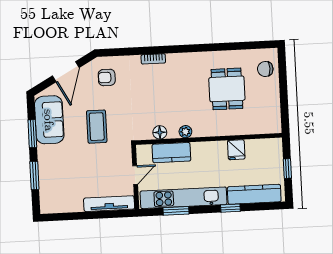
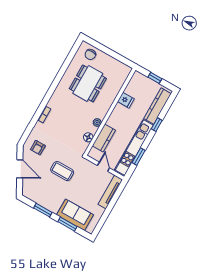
dining table: (227, 89) -> (88, 83), width x1.38
sofa: (49, 120) -> (75, 215), moved

